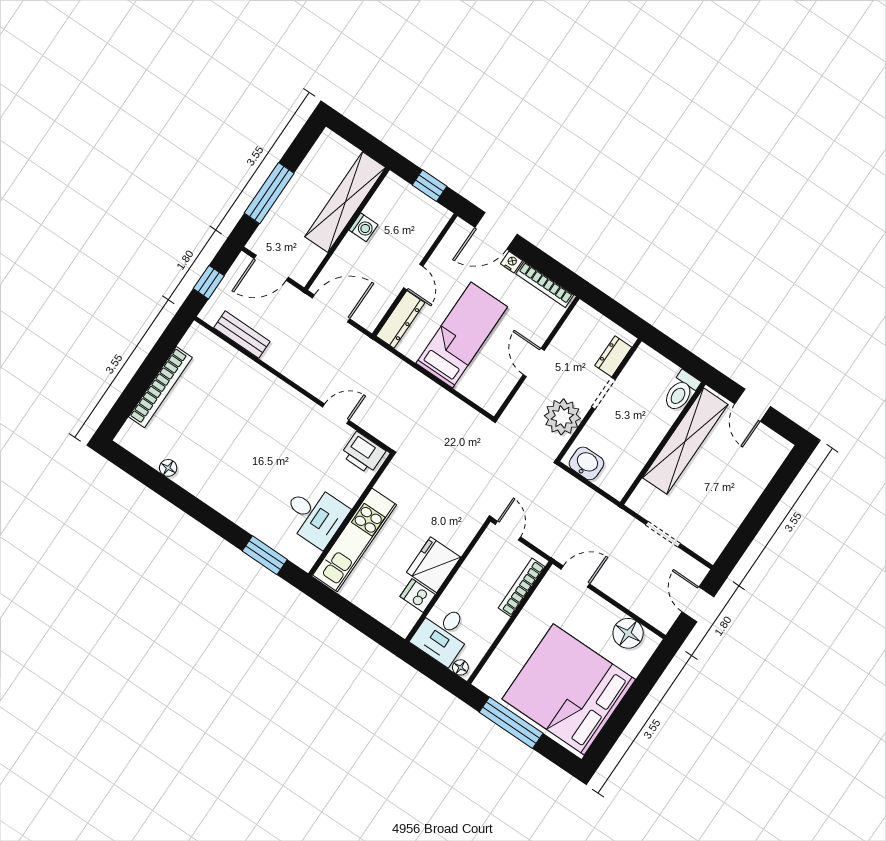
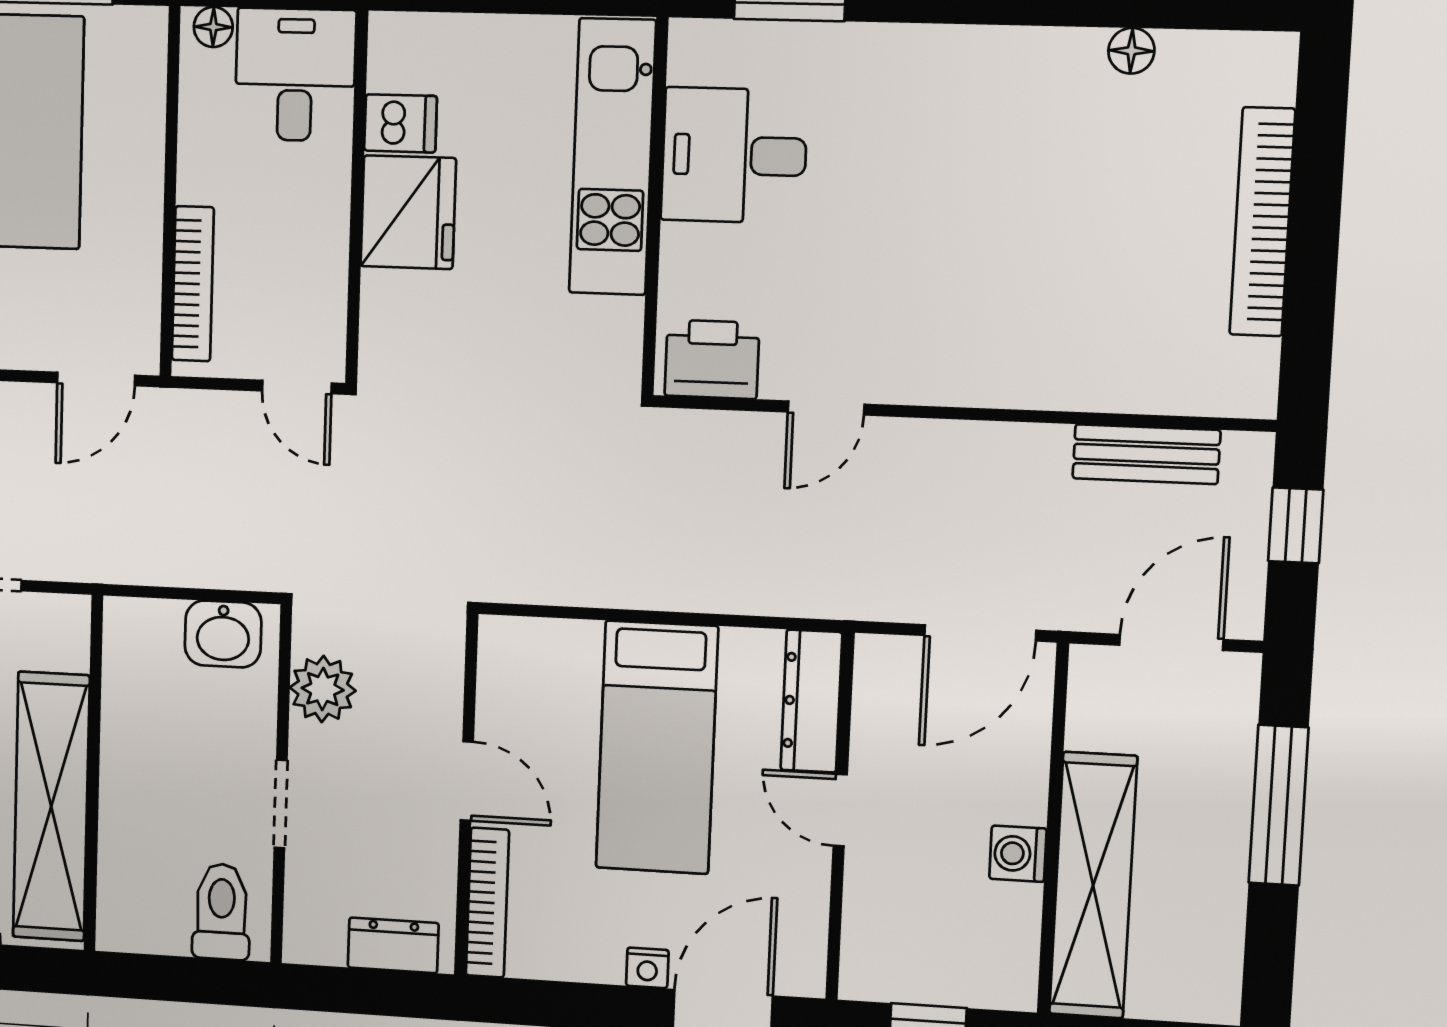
bookcase: (545, 284) -> (487, 903), moved, turned 90
dresser: (613, 356) -> (393, 945), moved, turned -90
toilet: (681, 391) -> (221, 912), moved
plant: (562, 417) -> (323, 689), width x0.73, depth x0.73

